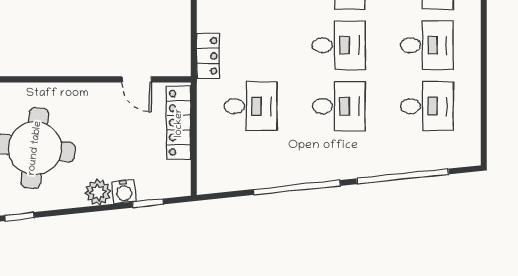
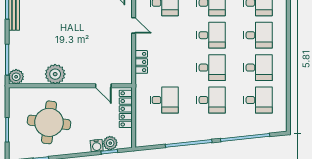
locker: (208, 56) -> (141, 62), moved
plant: (46, 58) -> (55, 74), added
plant: (98, 192) -> (110, 143), moved

